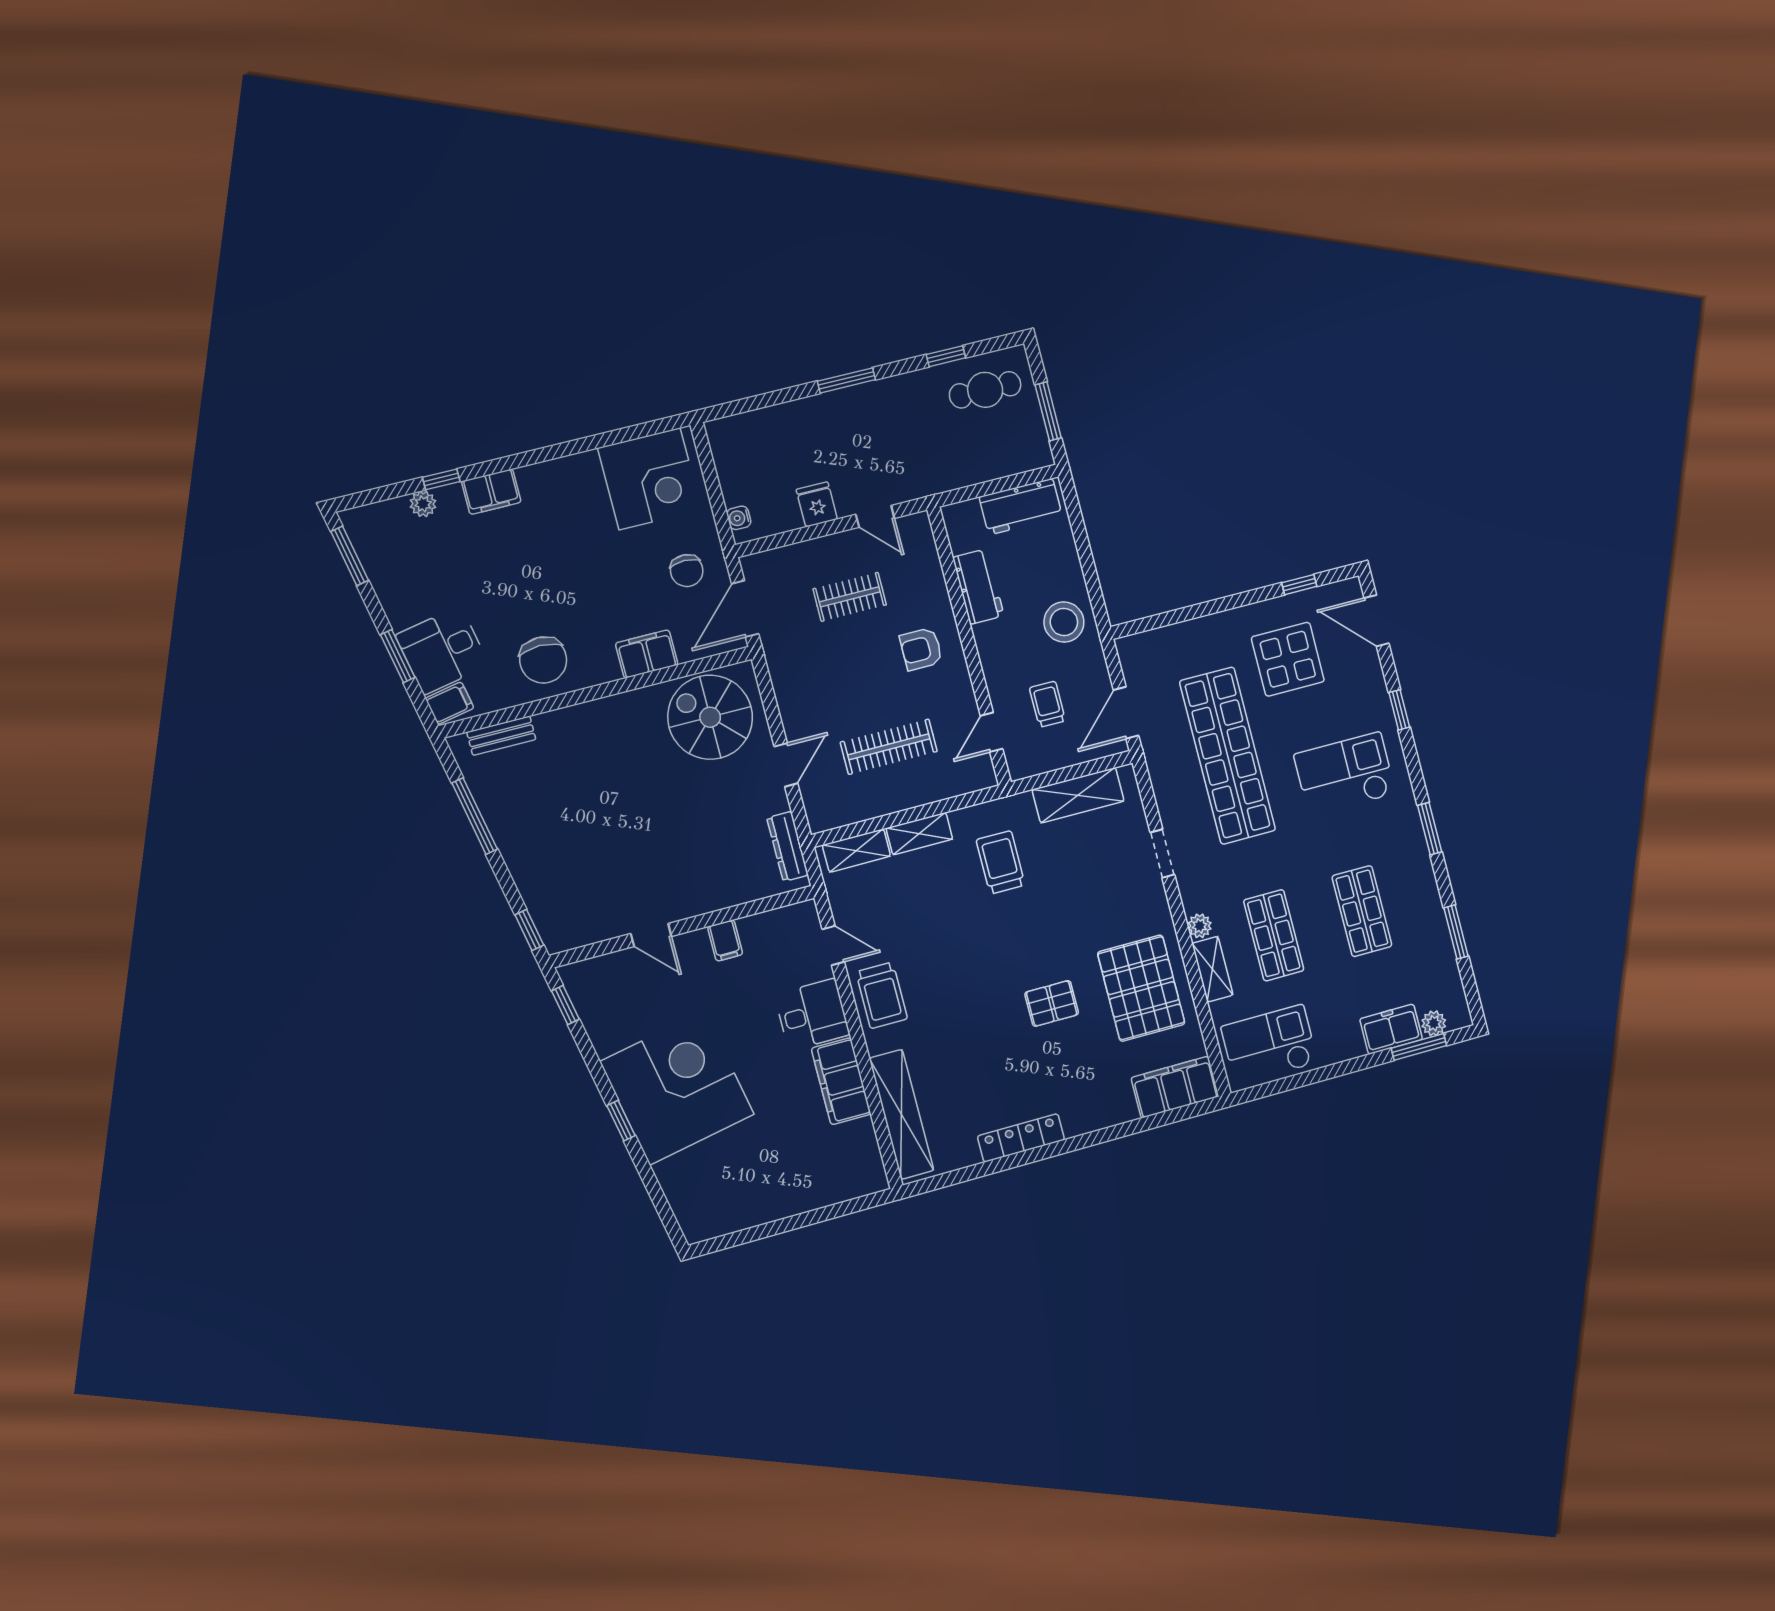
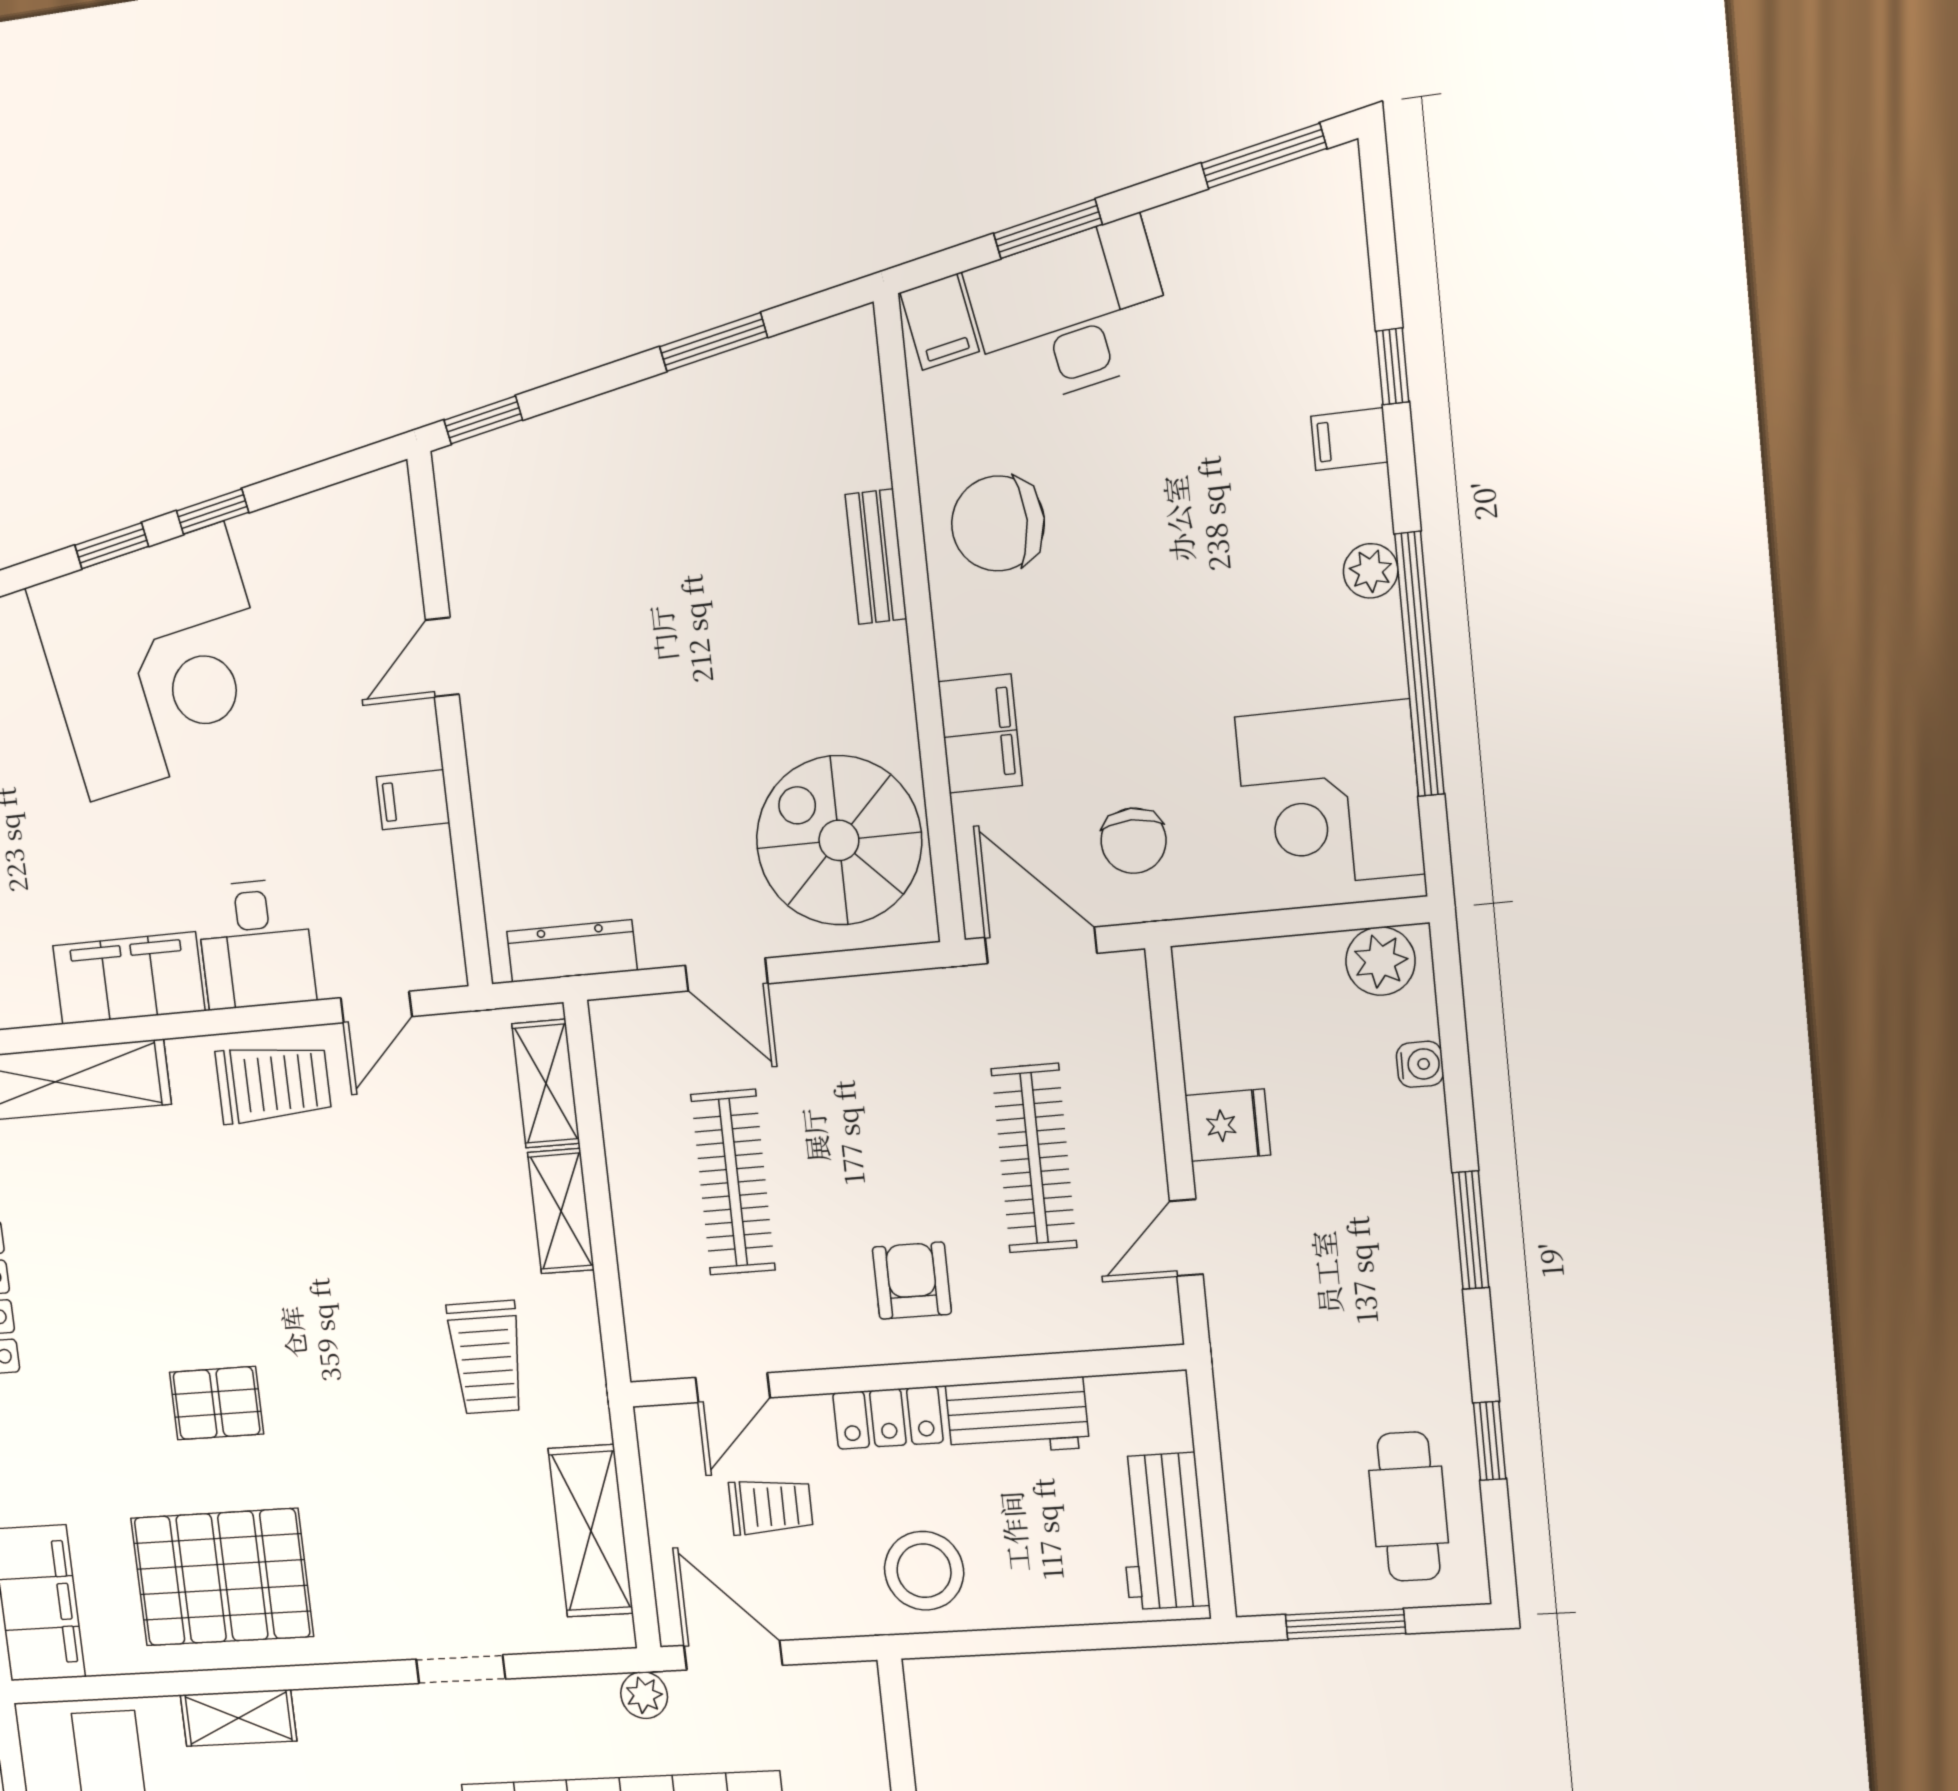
plant: (725, 443) -> (1380, 961), added
window: (581, 445) -> (1419, 664), added
filing cabinet: (491, 492) -> (1349, 439), width x0.50
plant: (423, 504) -> (1371, 571), moved
water cooler: (739, 518) -> (1420, 1064), moved, turned 90
chair: (687, 571) -> (1134, 841), turned -90
clothes rail: (850, 597) -> (1034, 1158), width x1.36
desk: (442, 650) -> (1071, 314), width x1.37
locker: (991, 651) -> (888, 1418), added
spiral stairs: (710, 717) -> (839, 840), turned -90
door: (992, 732) -> (733, 1388), swing flipped
bench: (501, 736) -> (876, 557), moved
window: (475, 816) -> (714, 342), width x0.69
trolley: (1001, 862) -> (486, 1357), turned 90
plant: (1200, 926) -> (644, 1695), moved
trolley: (882, 995) -> (273, 1083), turned 180
pallet: (1052, 1003) -> (217, 1403), turned 90
window: (565, 1005) -> (213, 512), moved

